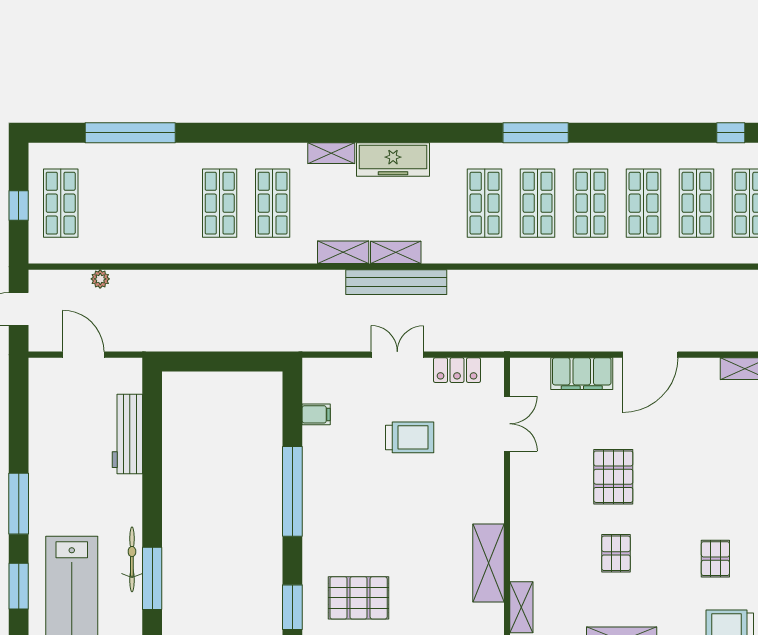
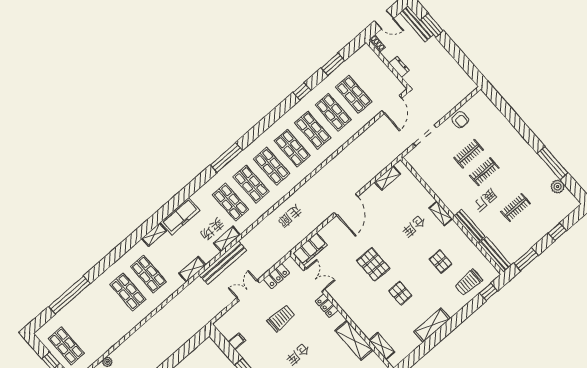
shelving: (396, 252) -> (227, 239), moved
filing cabinet: (582, 374) -> (310, 249), moved
locker: (493, 477) -> (327, 306), added

